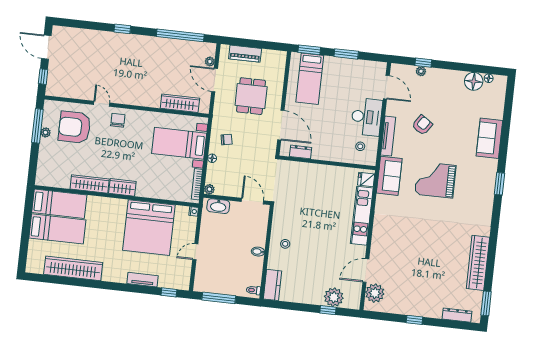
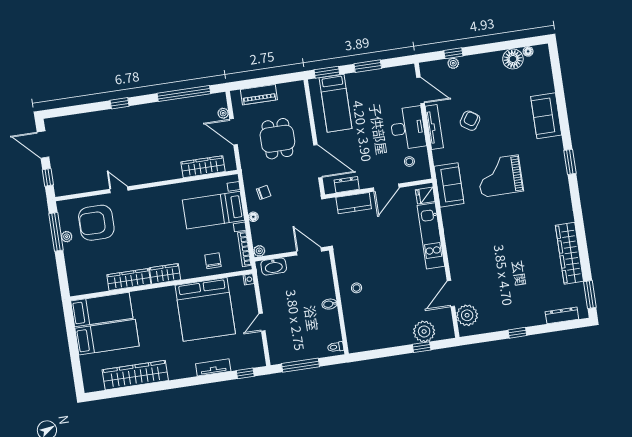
chair: (118, 120) -> (213, 261), moved
tv unit: (388, 136) -> (434, 127), moved
door: (334, 164) -> (386, 188), added
kitchen counter: (272, 285) -> (354, 203), moved, turned 90

